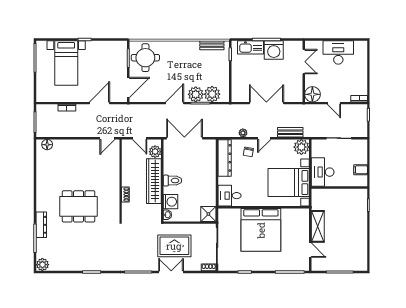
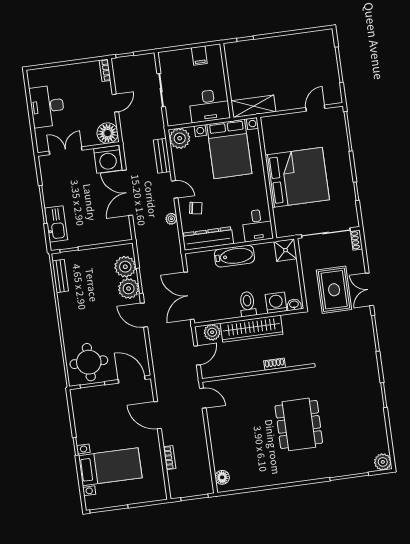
washing machine: (274, 50) -> (108, 159), moved, turned 90
bathtub: (209, 176) -> (234, 256), added
dresser: (41, 225) -> (330, 471), removed
shelving: (318, 226) -> (253, 106), moved

